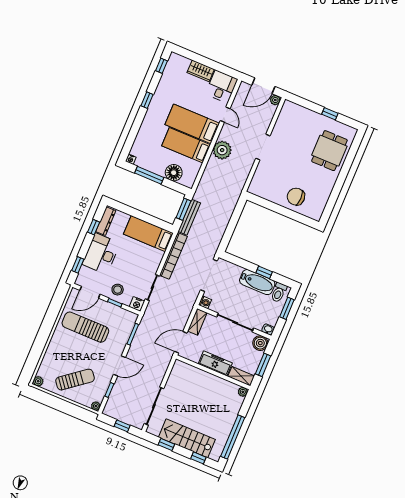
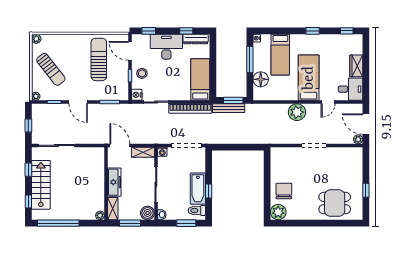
bed: (186, 145) -> (280, 55), moved, turned 180
plant: (315, 211) -> (278, 212), added

